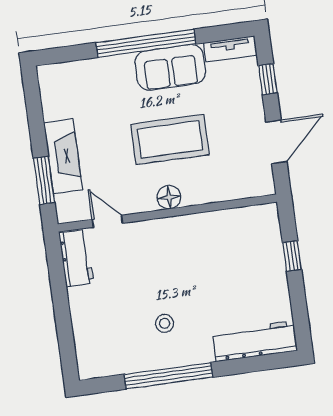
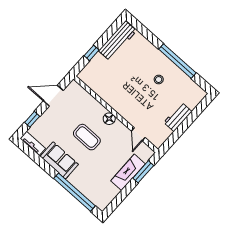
window: (146, 43) -> (75, 192), moved
coffee table: (170, 139) -> (87, 137), width x0.73, depth x0.76
workbench: (76, 258) -> (178, 117), moved
workbench: (254, 341) -> (117, 41), moved, turned -90

